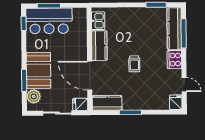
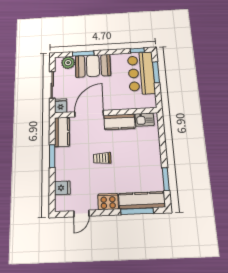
fridge: (176, 102) -> (62, 188), moved

